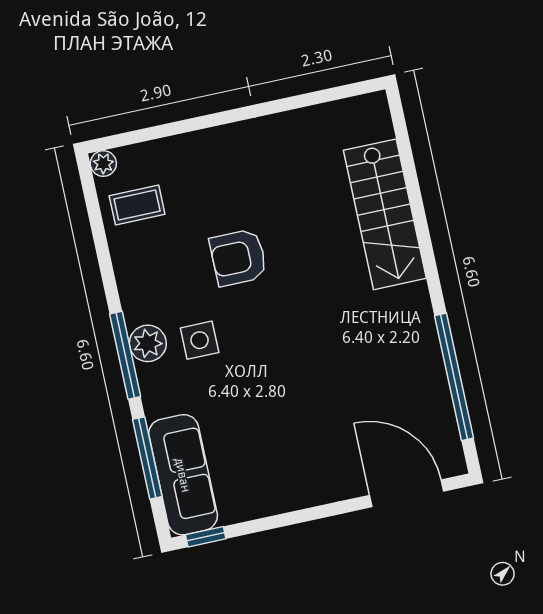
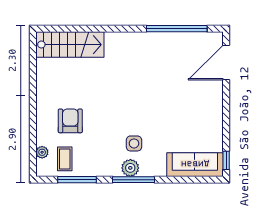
plant: (103, 164) -> (42, 152), moved
stairs: (385, 214) -> (70, 45), moved
armchair: (238, 257) -> (70, 121), moved, turned 180
window: (147, 458) -> (77, 180), moved

